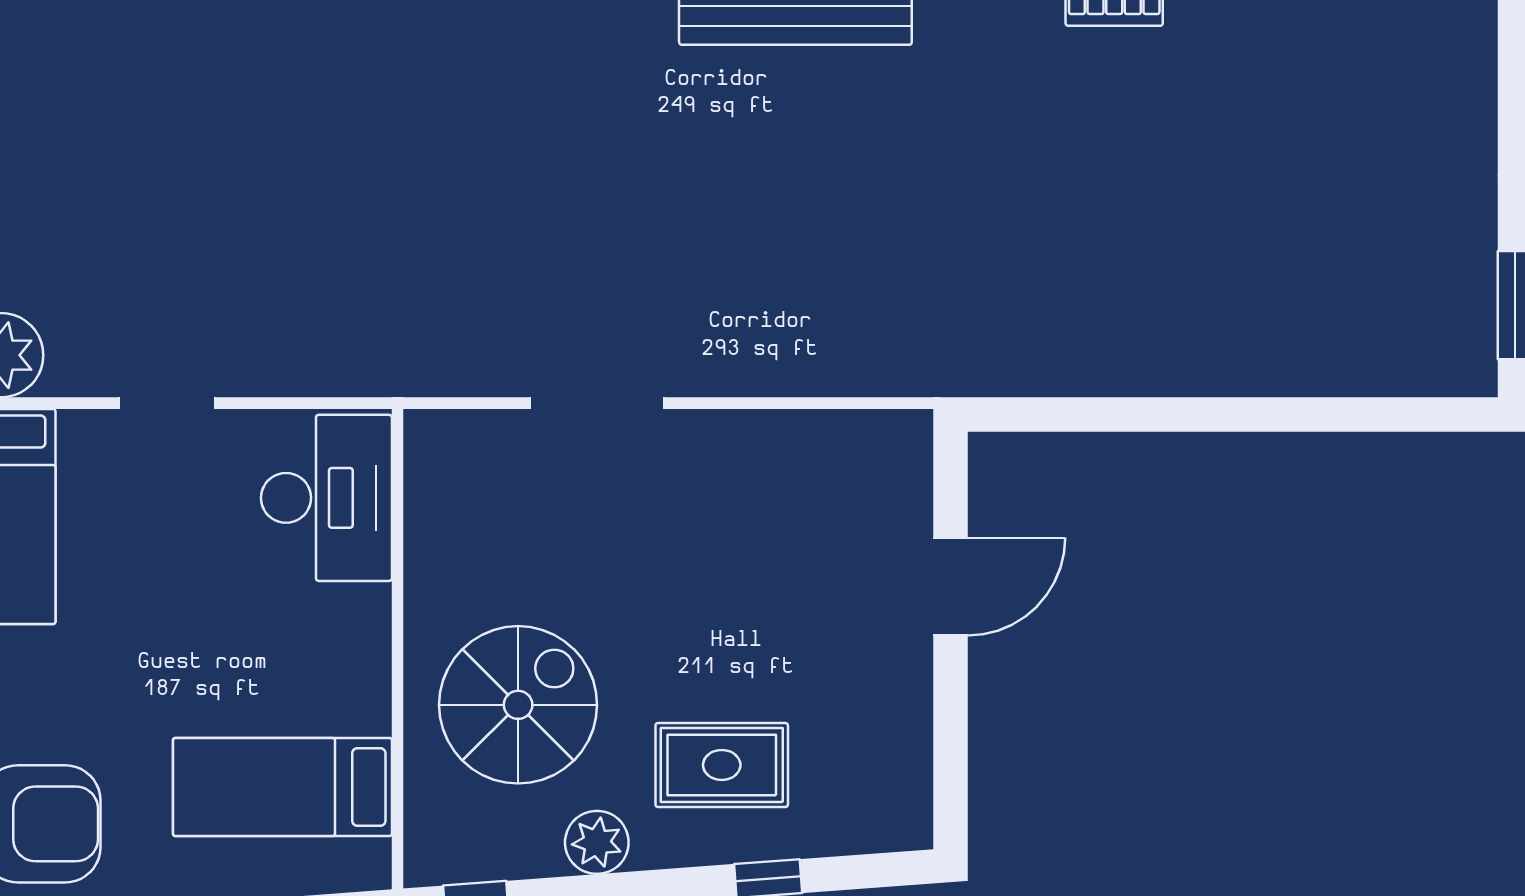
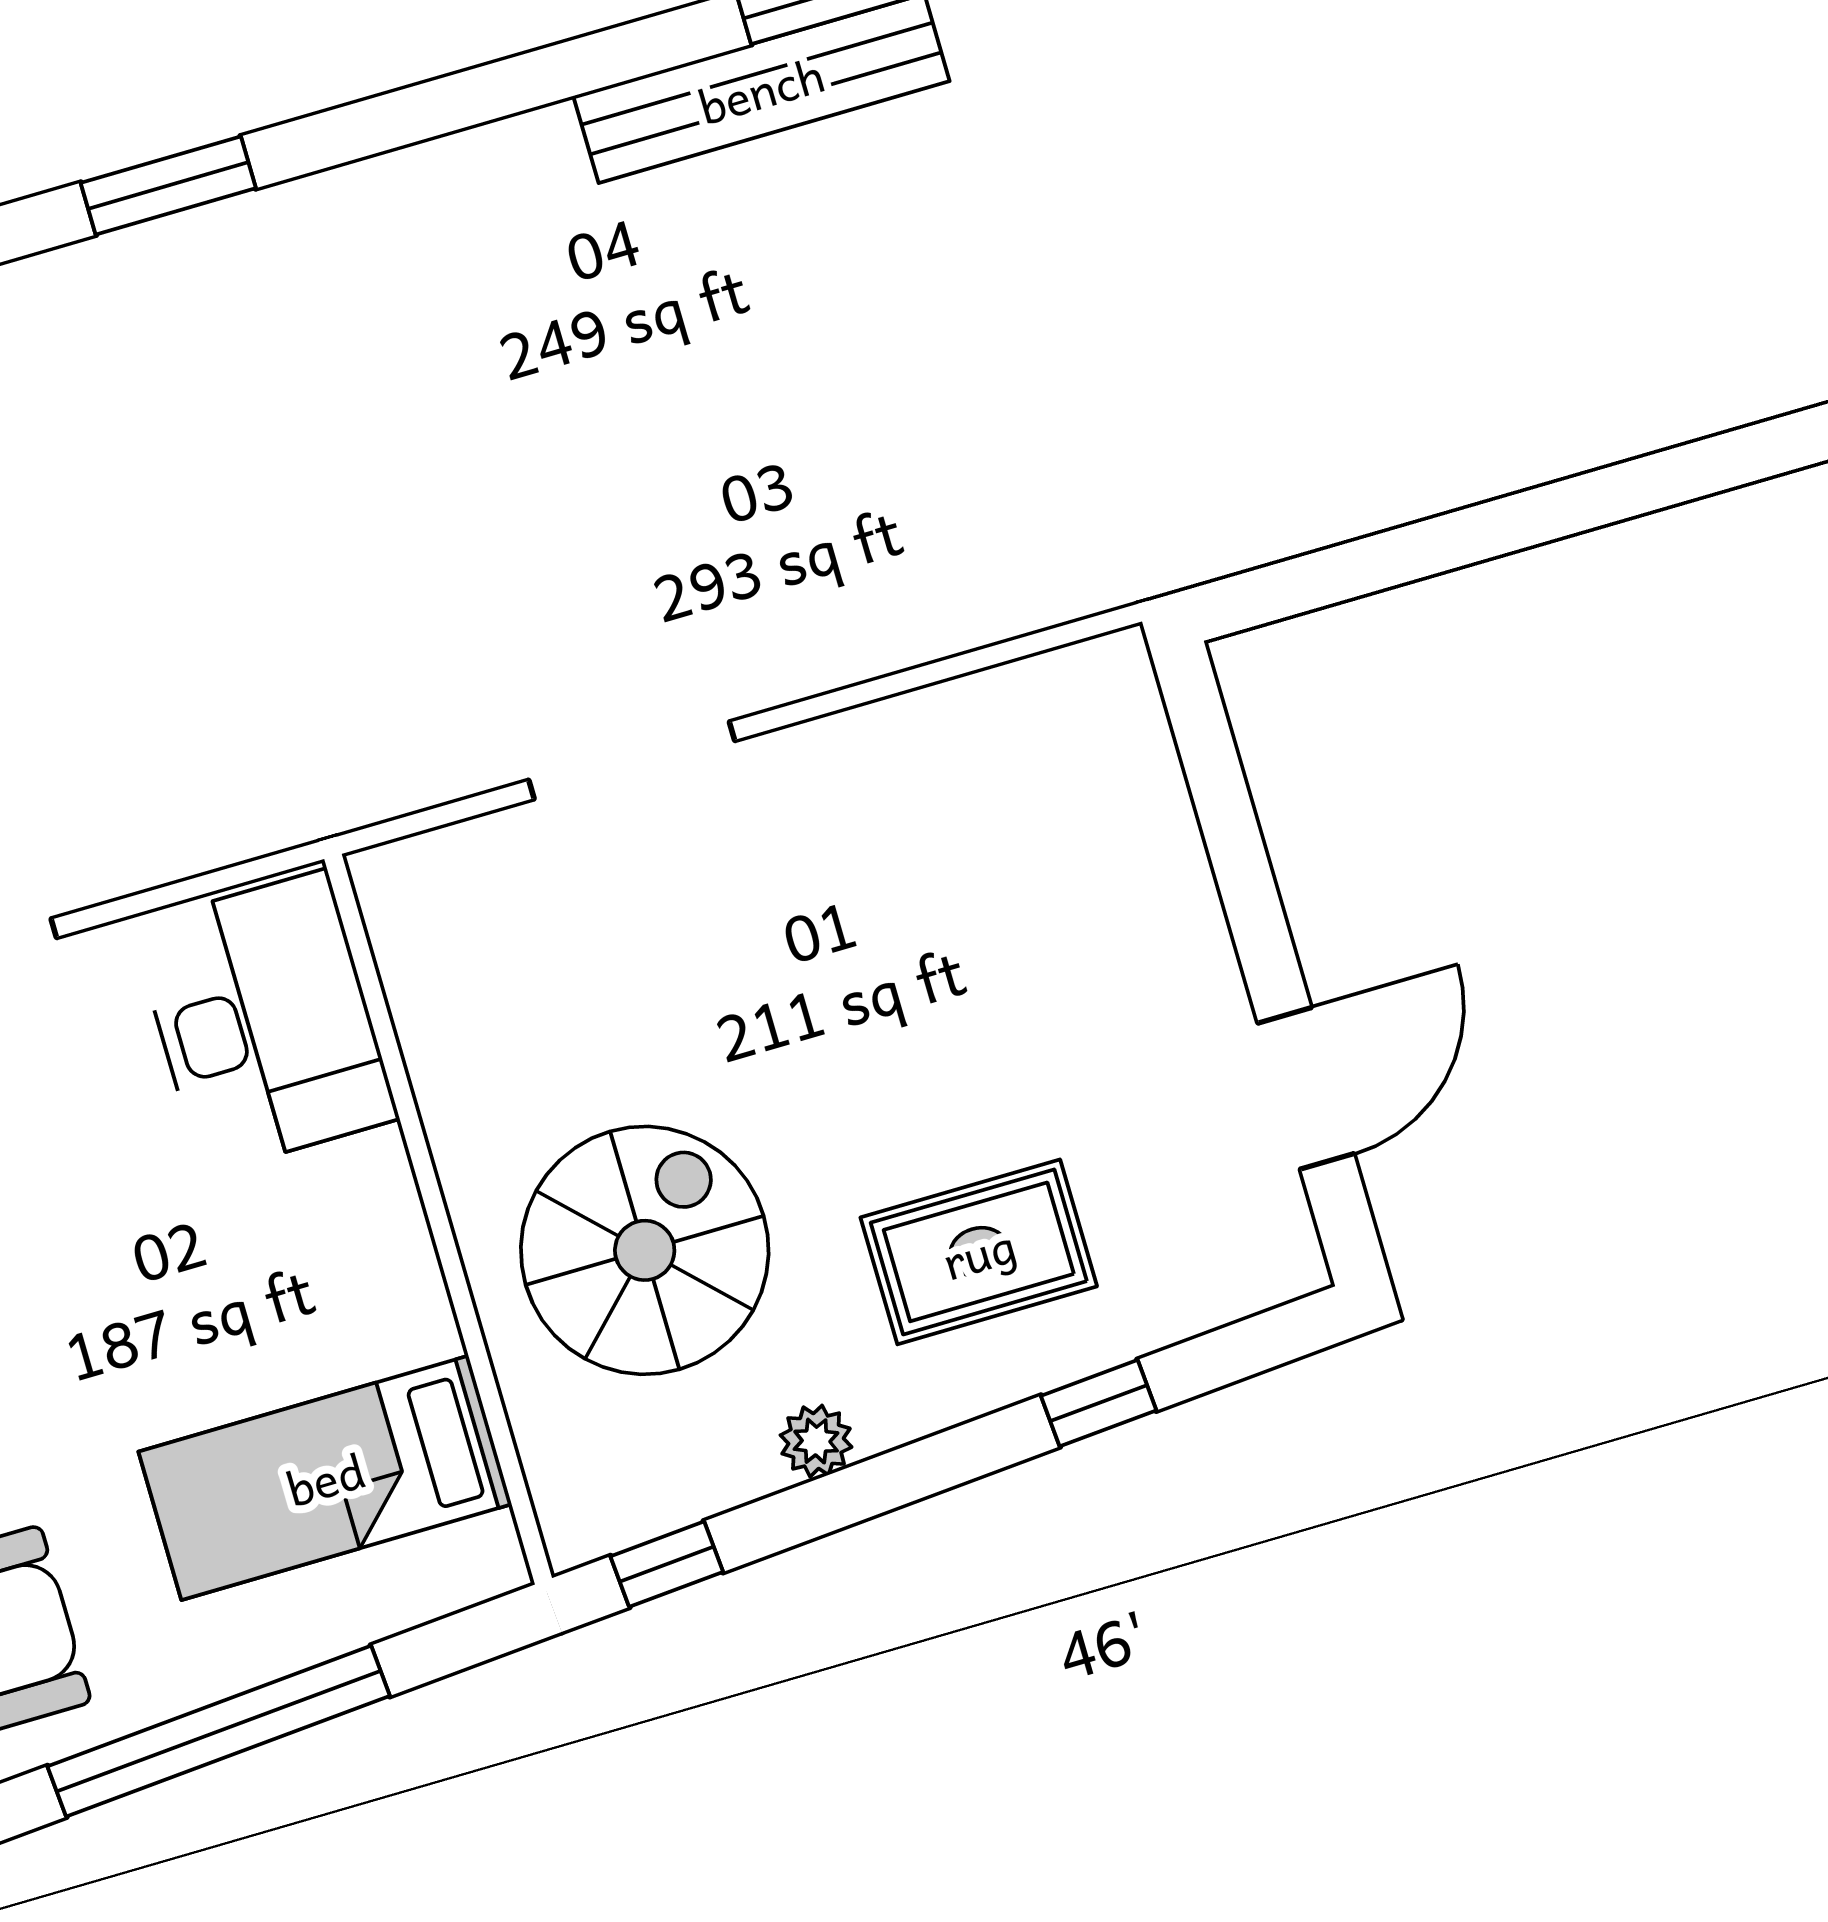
door: (951, 586) -> (1306, 1088), moved
plant: (597, 842) -> (816, 1441), width x0.73, depth x0.73

